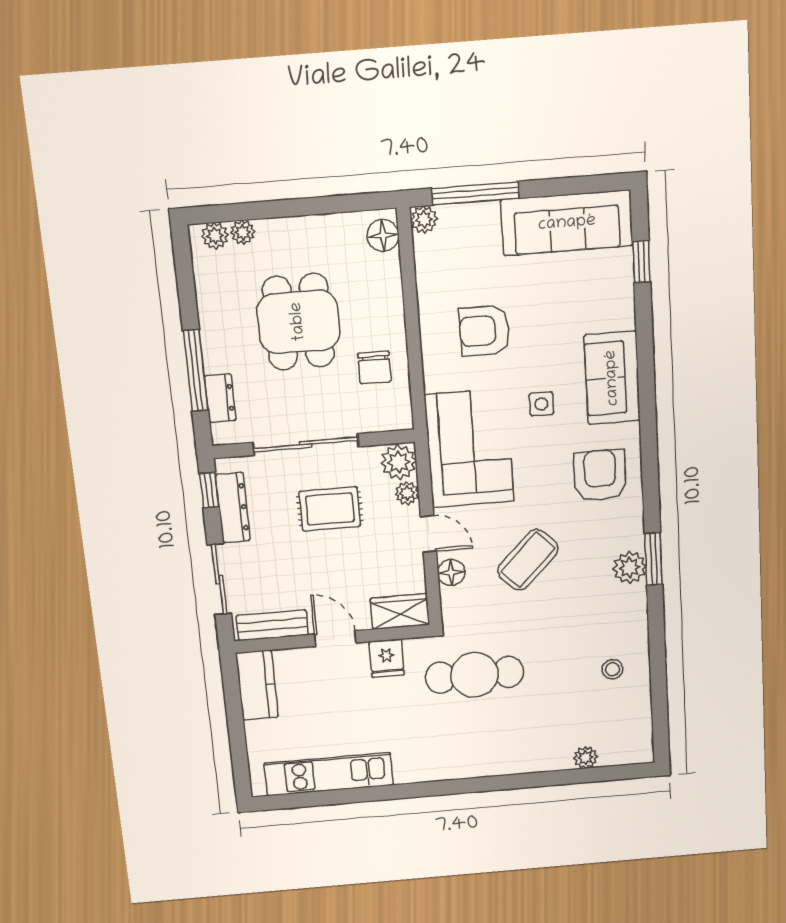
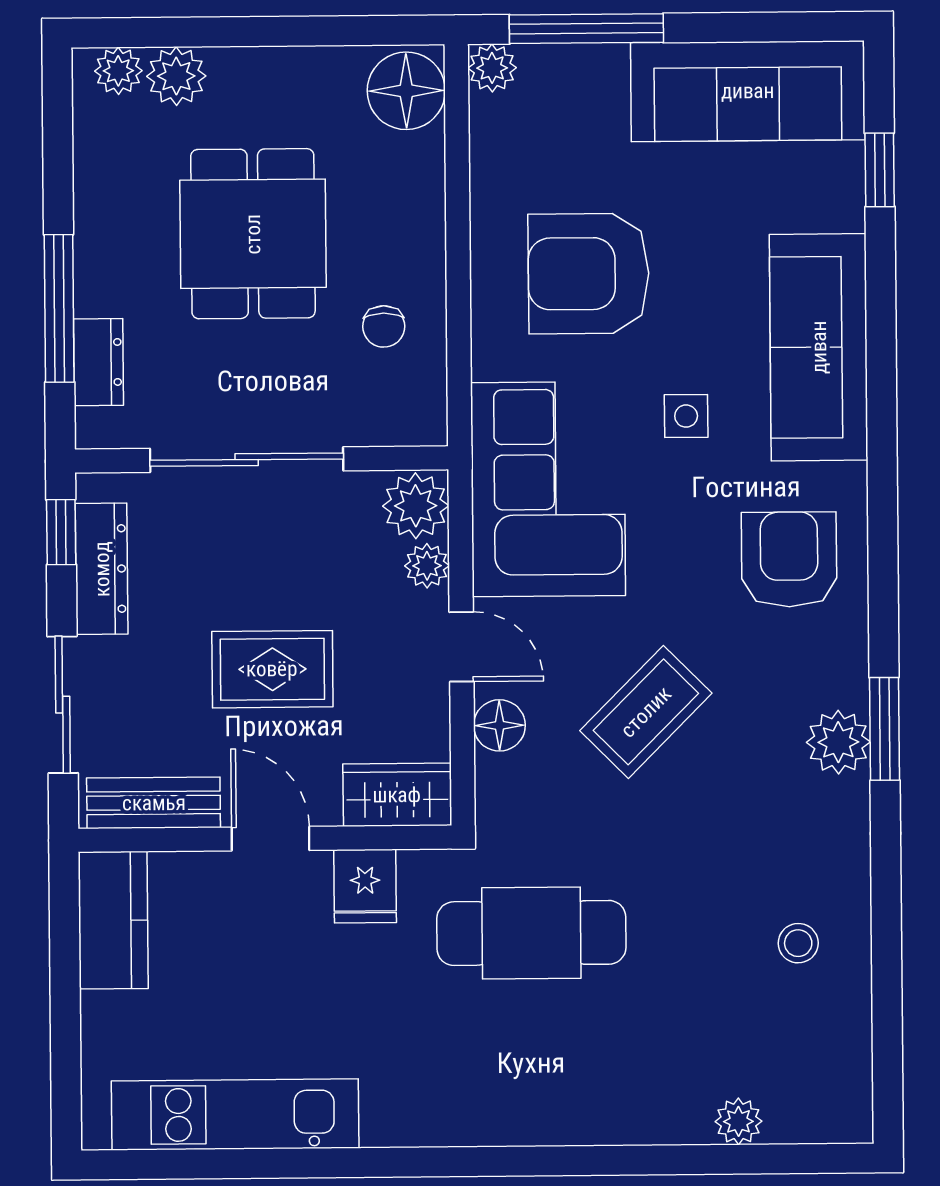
plant: (243, 232) -> (176, 76), width x1.38, depth x1.38
floor lamp: (383, 235) -> (406, 91), width x1.38, depth x1.38
armchair: (484, 331) -> (589, 274), width x1.36, depth x1.36
chair: (374, 367) -> (384, 326), width x0.73, depth x0.73
sofa: (612, 378) -> (819, 347), width x1.36
rug: (330, 509) -> (272, 669), moved

